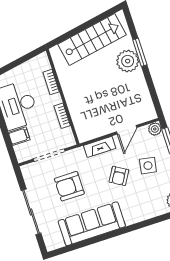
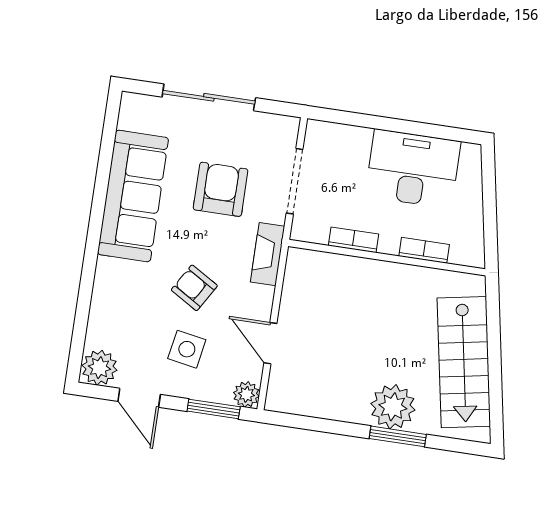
filing cabinet: (19, 136) -> (356, 144), removed
fireplace: (100, 147) -> (268, 254), moved

